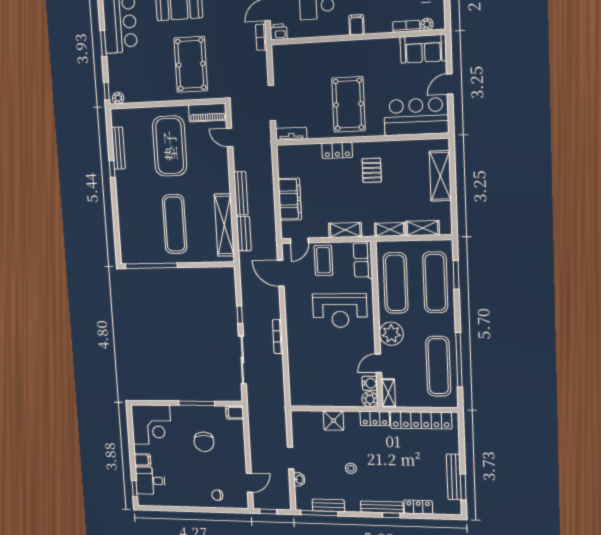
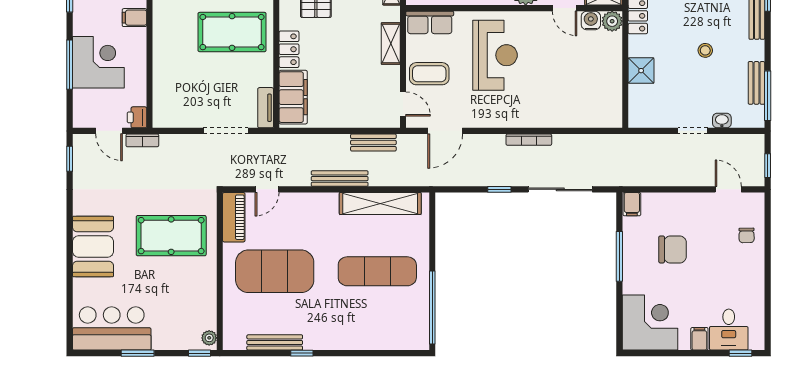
filing cabinet: (290, 199) -> (293, 97), moved, turned 90
bench: (244, 234) -> (373, 142), moved

